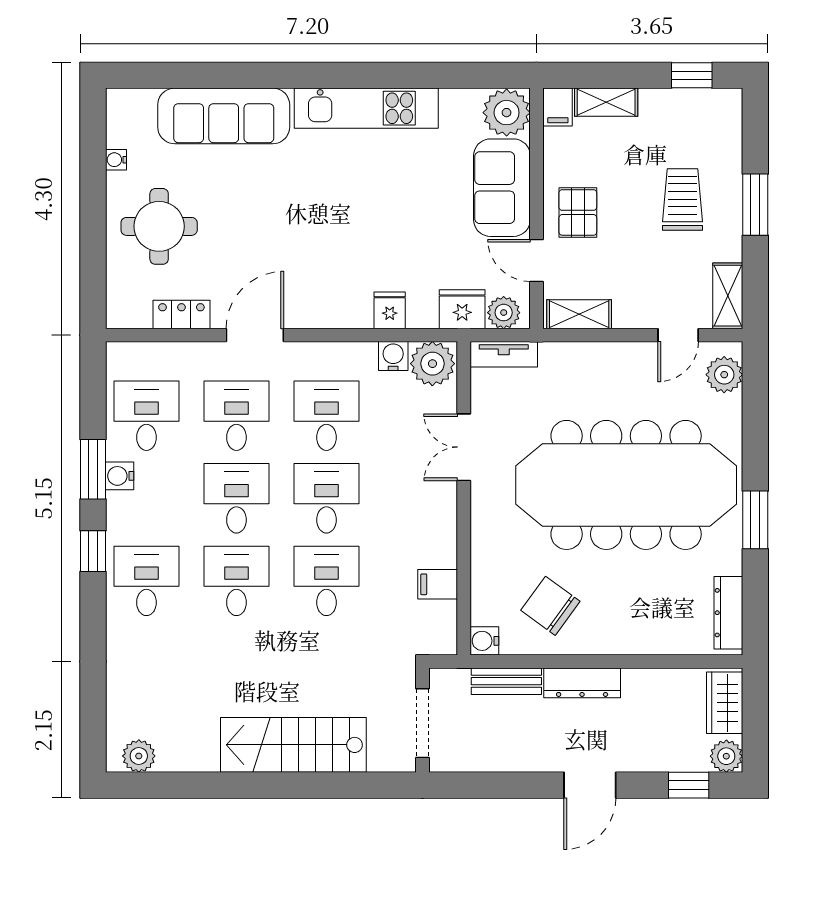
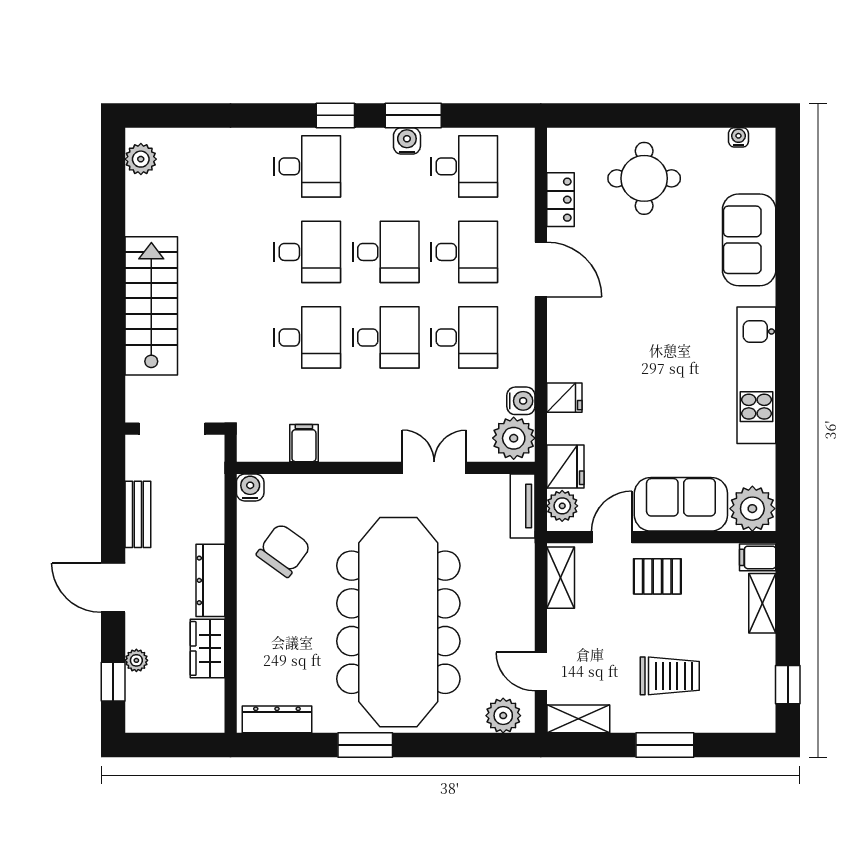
sofa: (224, 116) -> (749, 240), width x0.73
water cooler: (116, 160) -> (738, 137), moved
bench: (506, 681) -> (138, 514), moved
wardrobe: (725, 703) -> (208, 648), moved, turned -90
plant: (726, 756) -> (136, 660), moved, width x0.73, depth x0.73

